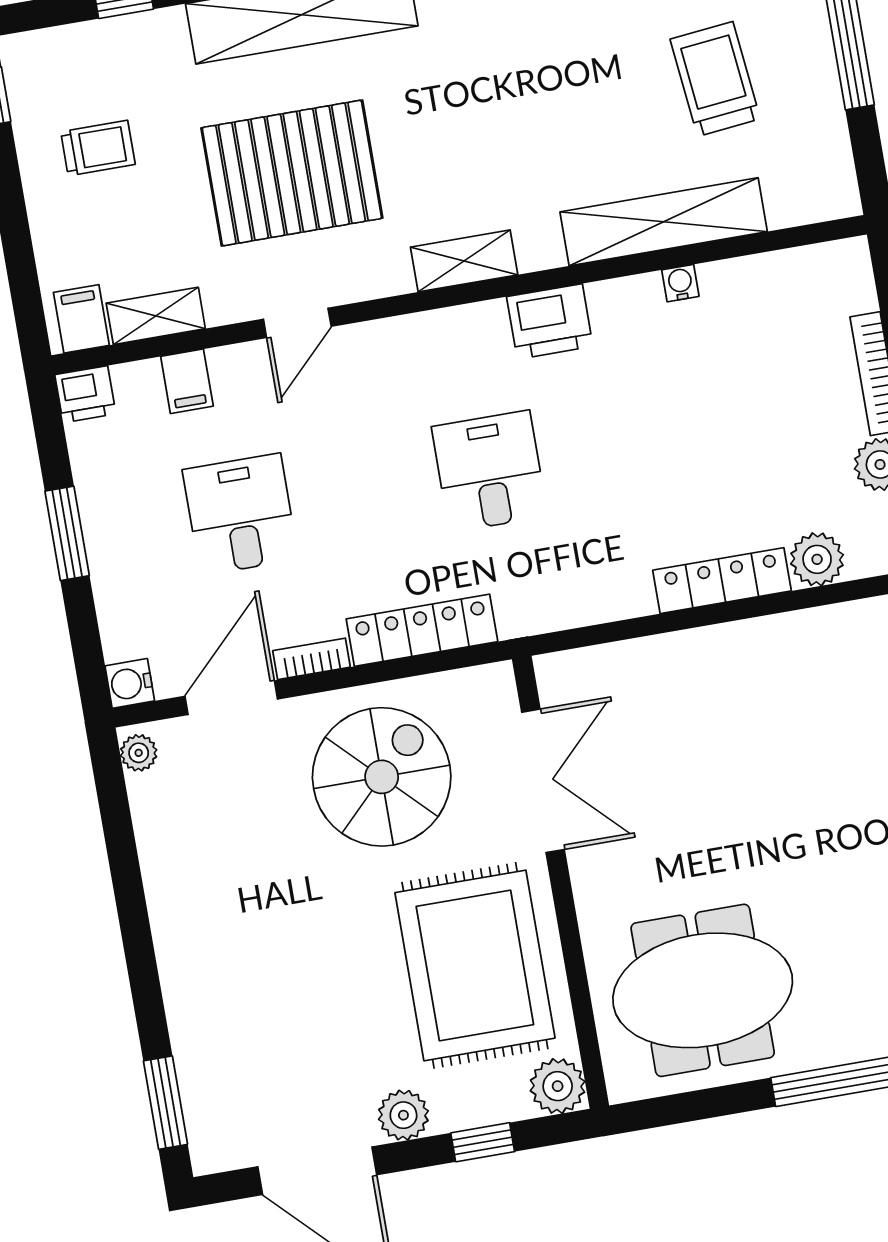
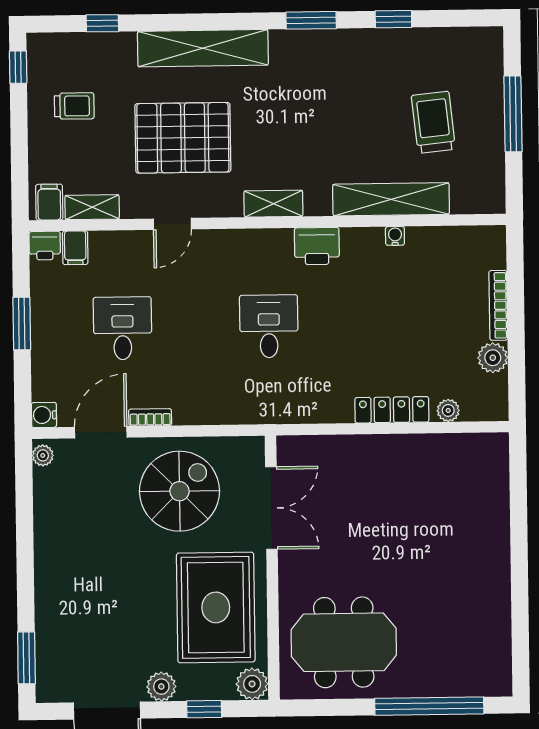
filing cabinet: (187, 381) -> (75, 248), moved
plant: (817, 559) -> (448, 410), width x0.73, depth x0.73
locker: (422, 630) -> (216, 411), removed

